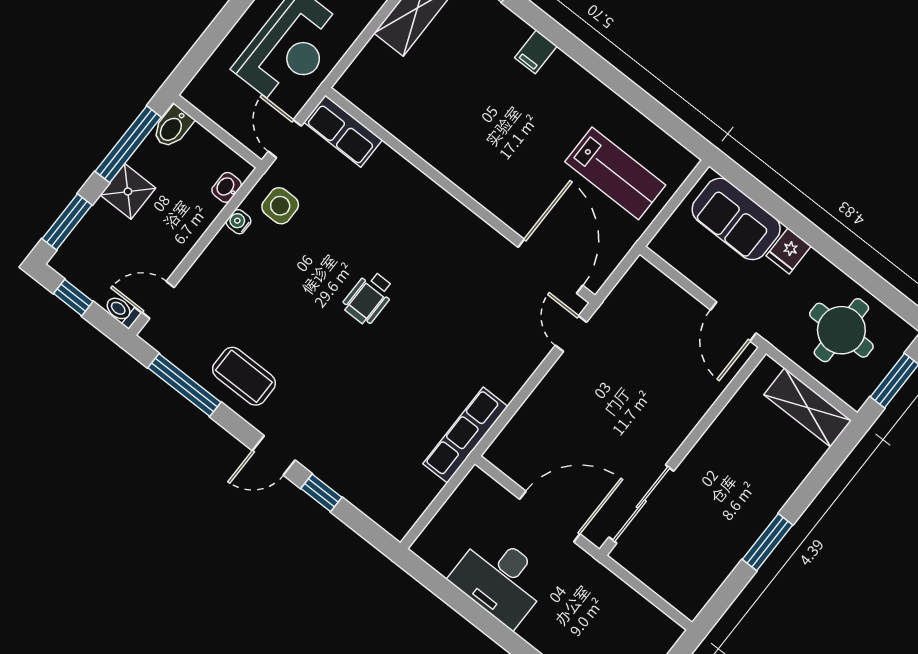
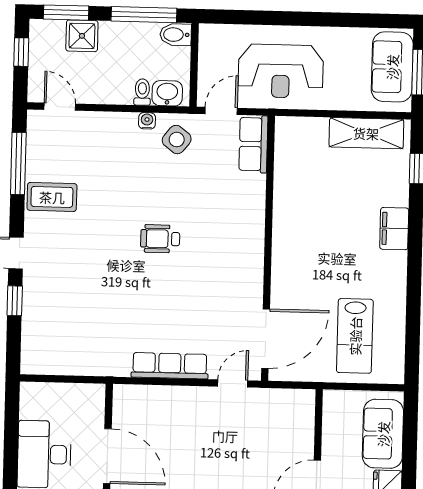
filing cabinet: (536, 52) -> (394, 229), width x2.00
washbasin: (227, 187) -> (167, 93), width x1.38, depth x1.45
shower: (128, 191) -> (82, 36), moved
side table: (280, 206) -> (177, 140), turned 38
toilet: (122, 311) -> (142, 92), moved
coffee table: (244, 376) -> (52, 197), turned 90
row of seats: (465, 435) -> (170, 366), moved

